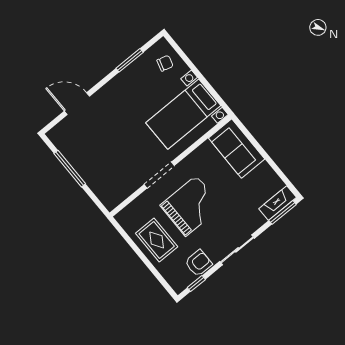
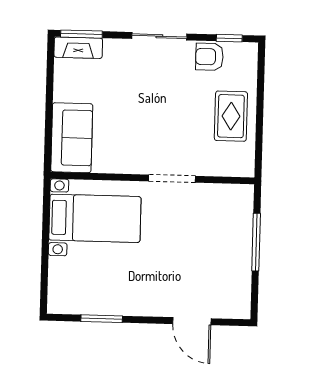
chair: (165, 63) -> (69, 285), removed
window: (70, 169) -> (256, 242), moved
grand piano: (191, 206) -> (167, 120), removed

